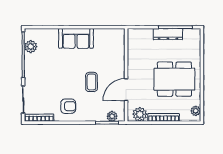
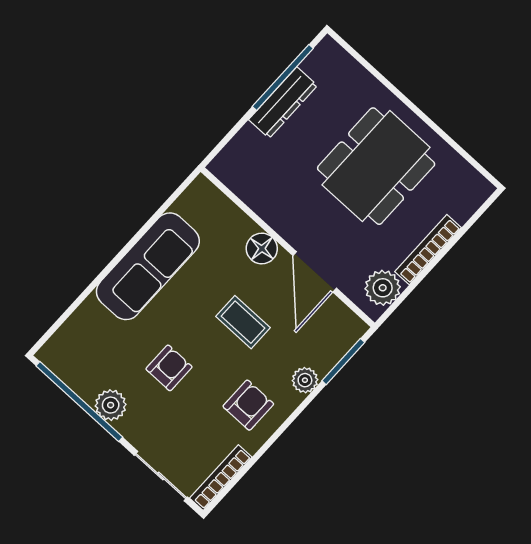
sofa: (76, 38) -> (148, 266), width x1.36
plant: (31, 47) -> (111, 405), moved
floor lamp: (119, 68) -> (262, 249), added
armchair: (58, 72) -> (169, 368), added
plant: (196, 111) -> (470, 180), removed
plant: (112, 116) -> (305, 380), moved

